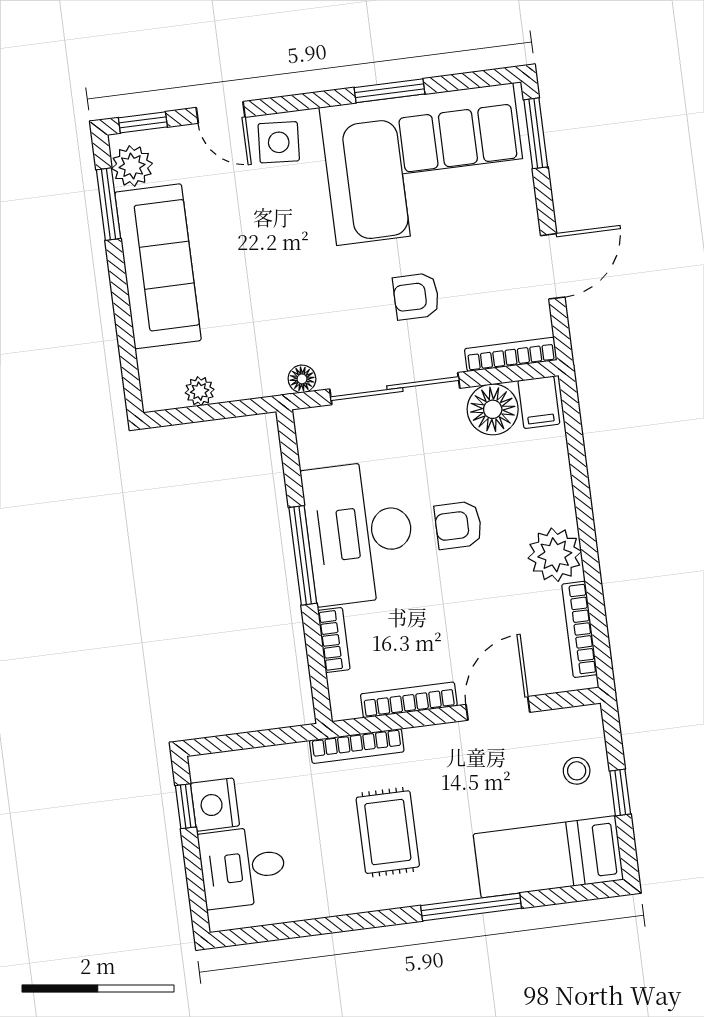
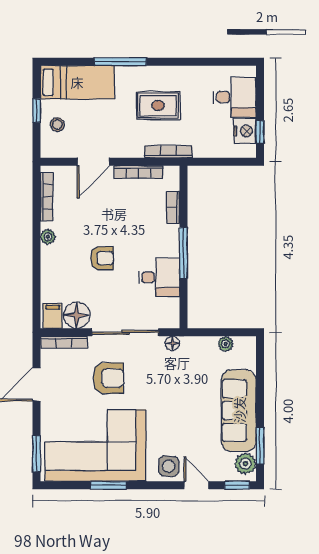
armchair: (416, 296) -> (108, 378), width x1.38, depth x1.38
desk: (359, 533) -> (159, 277), width x0.53, depth x0.77
plant: (555, 555) -> (48, 237), width x0.53, depth x0.53
rug: (388, 832) -> (158, 106), turned 90

